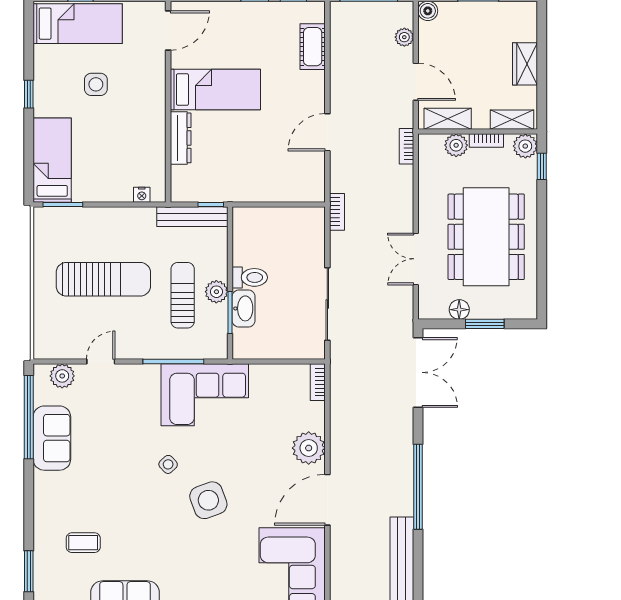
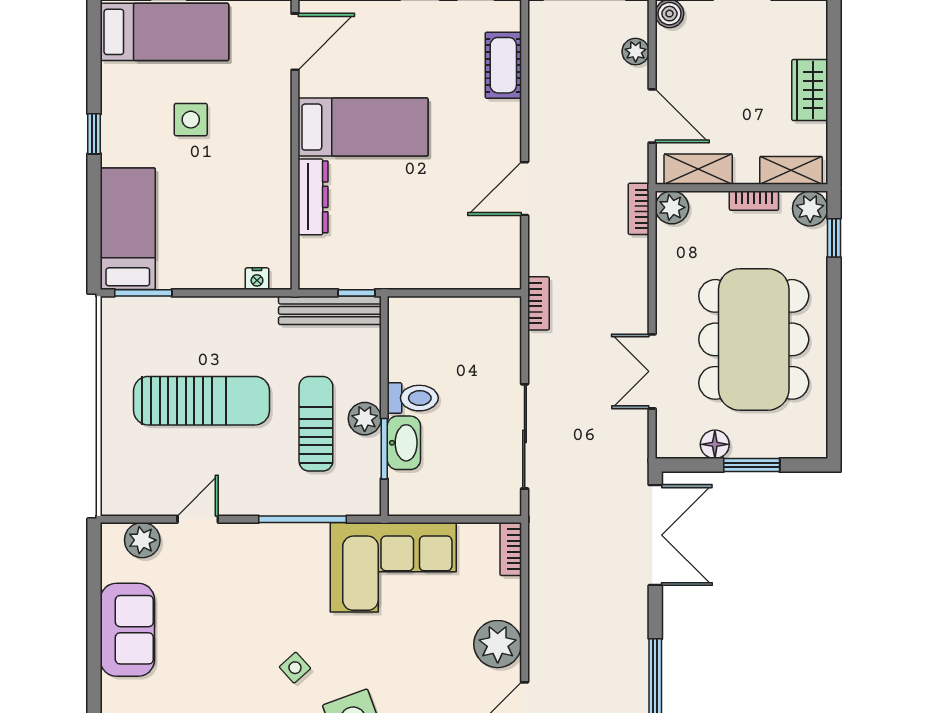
plant: (456, 145) -> (672, 207), moved
corner sofa: (205, 395) -> (393, 567), moved
window: (29, 417) -> (94, 600), removed

